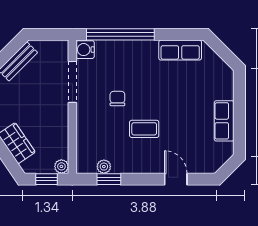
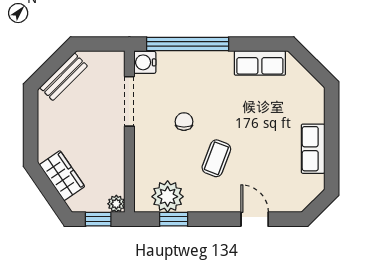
coffee table: (144, 129) -> (216, 158), turned -69
plant: (104, 167) -> (168, 197), width x1.88, depth x1.88

